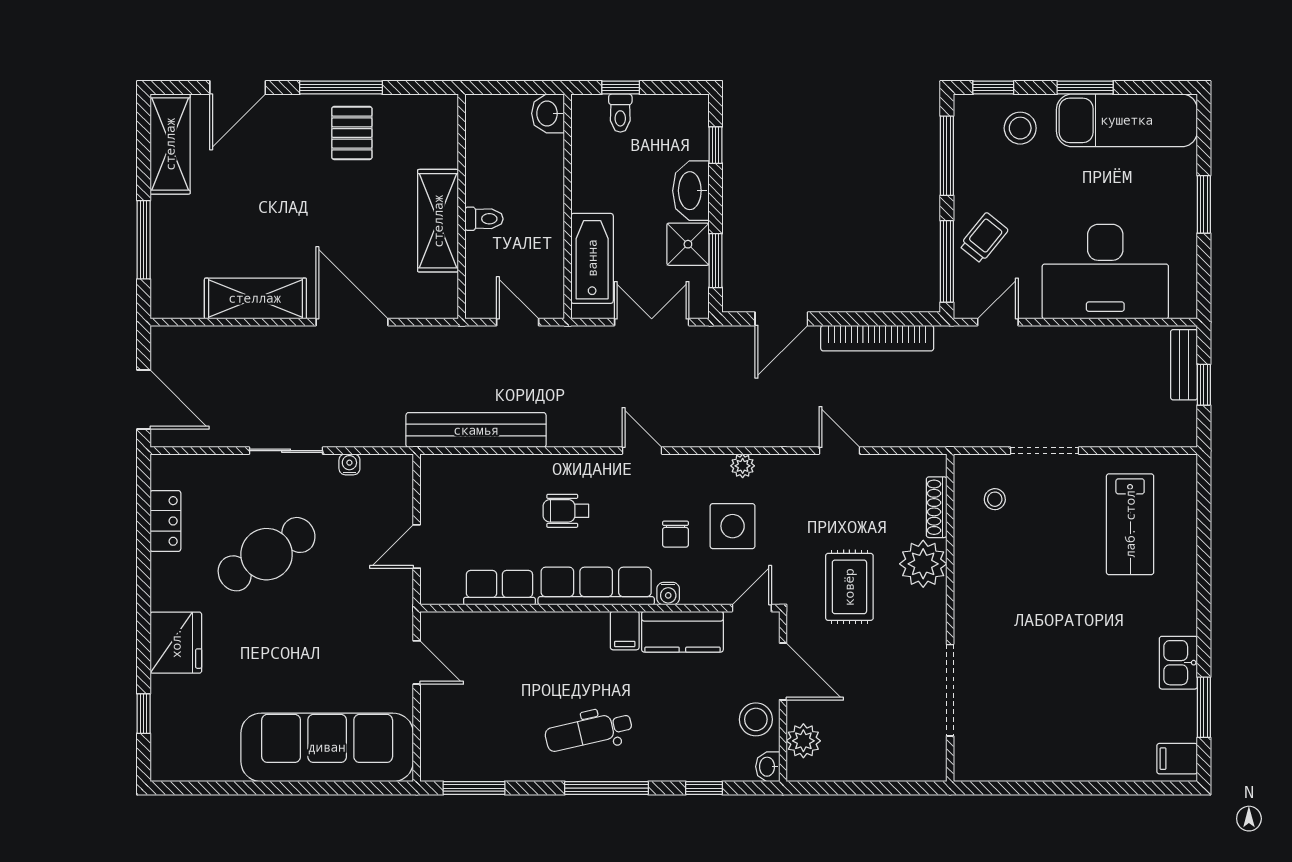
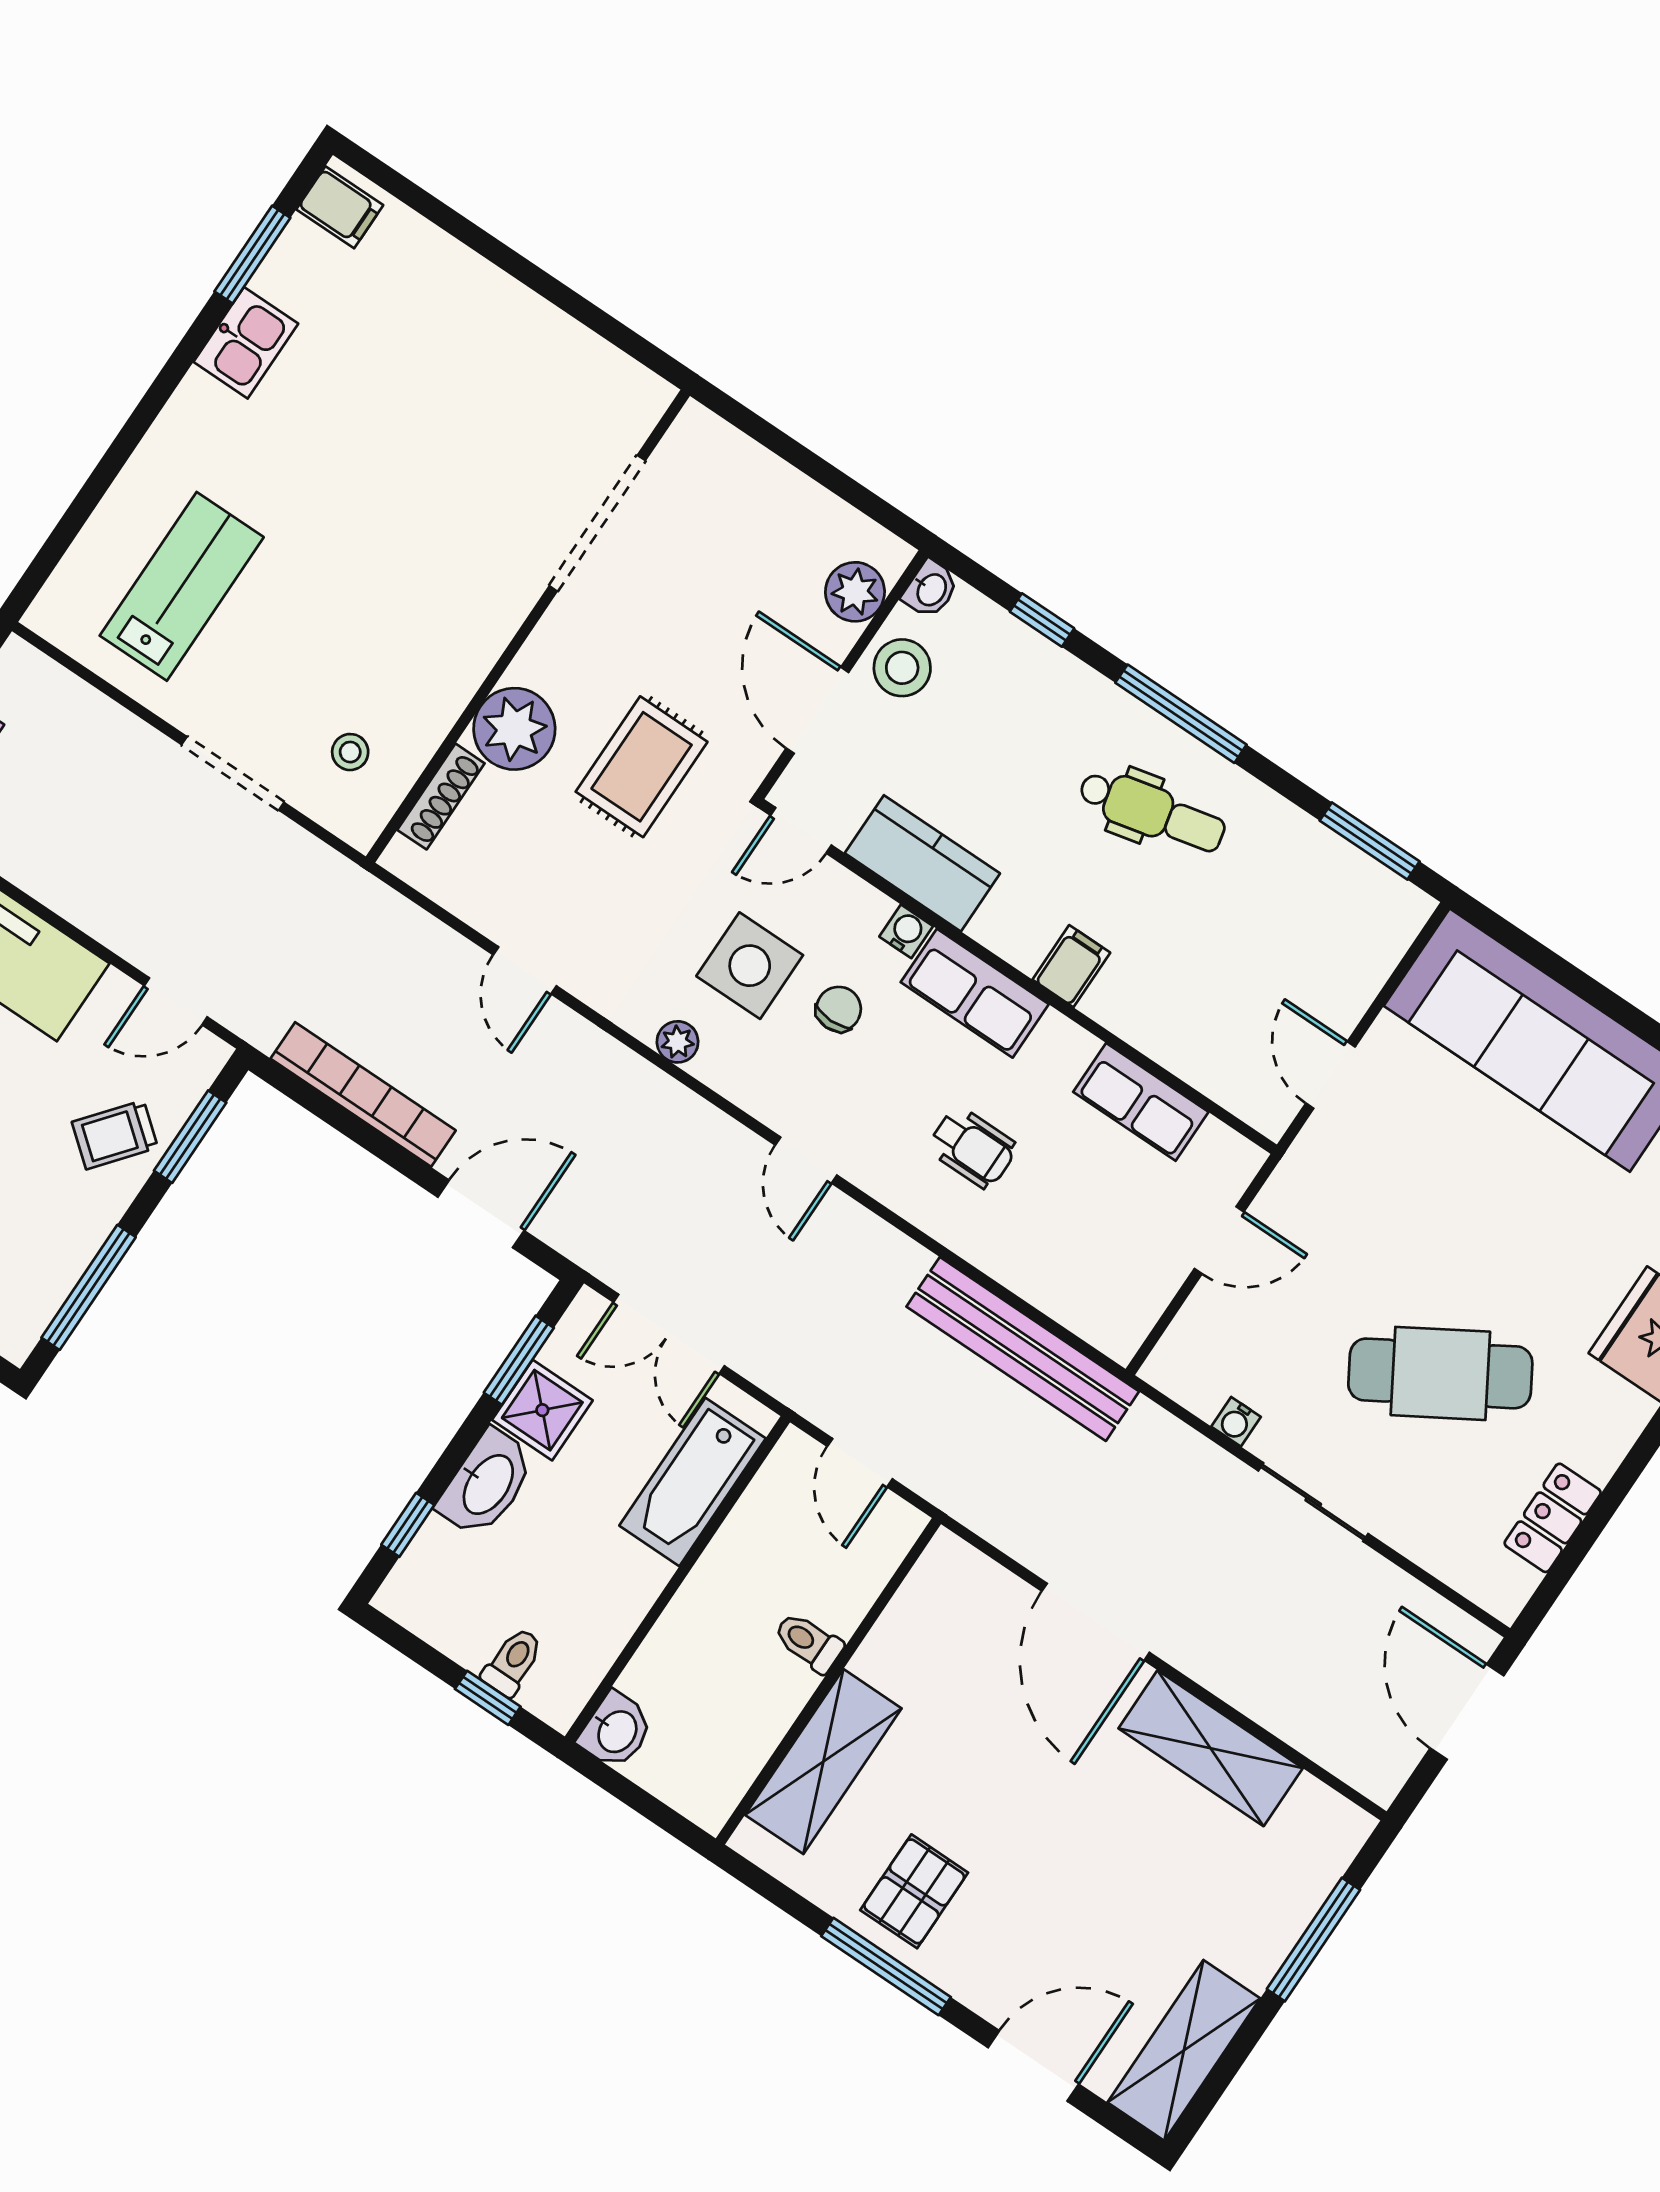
shelving: (438, 221) -> (823, 1762), moved
window: (947, 261) -> (190, 1137), width x0.69
row of seats: (596, 586) -> (975, 993), width x0.68
filing cabinet: (625, 631) -> (1071, 966), moved

